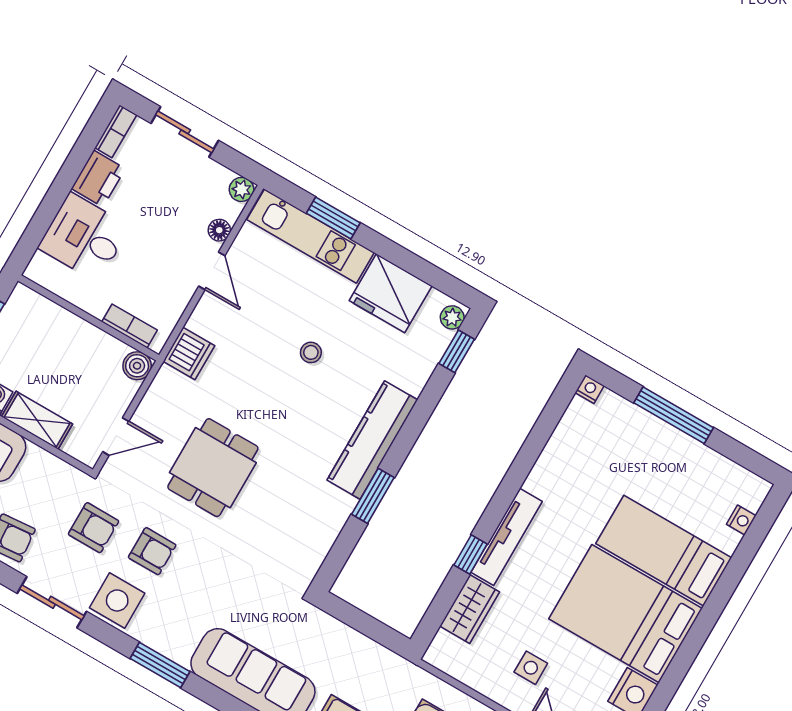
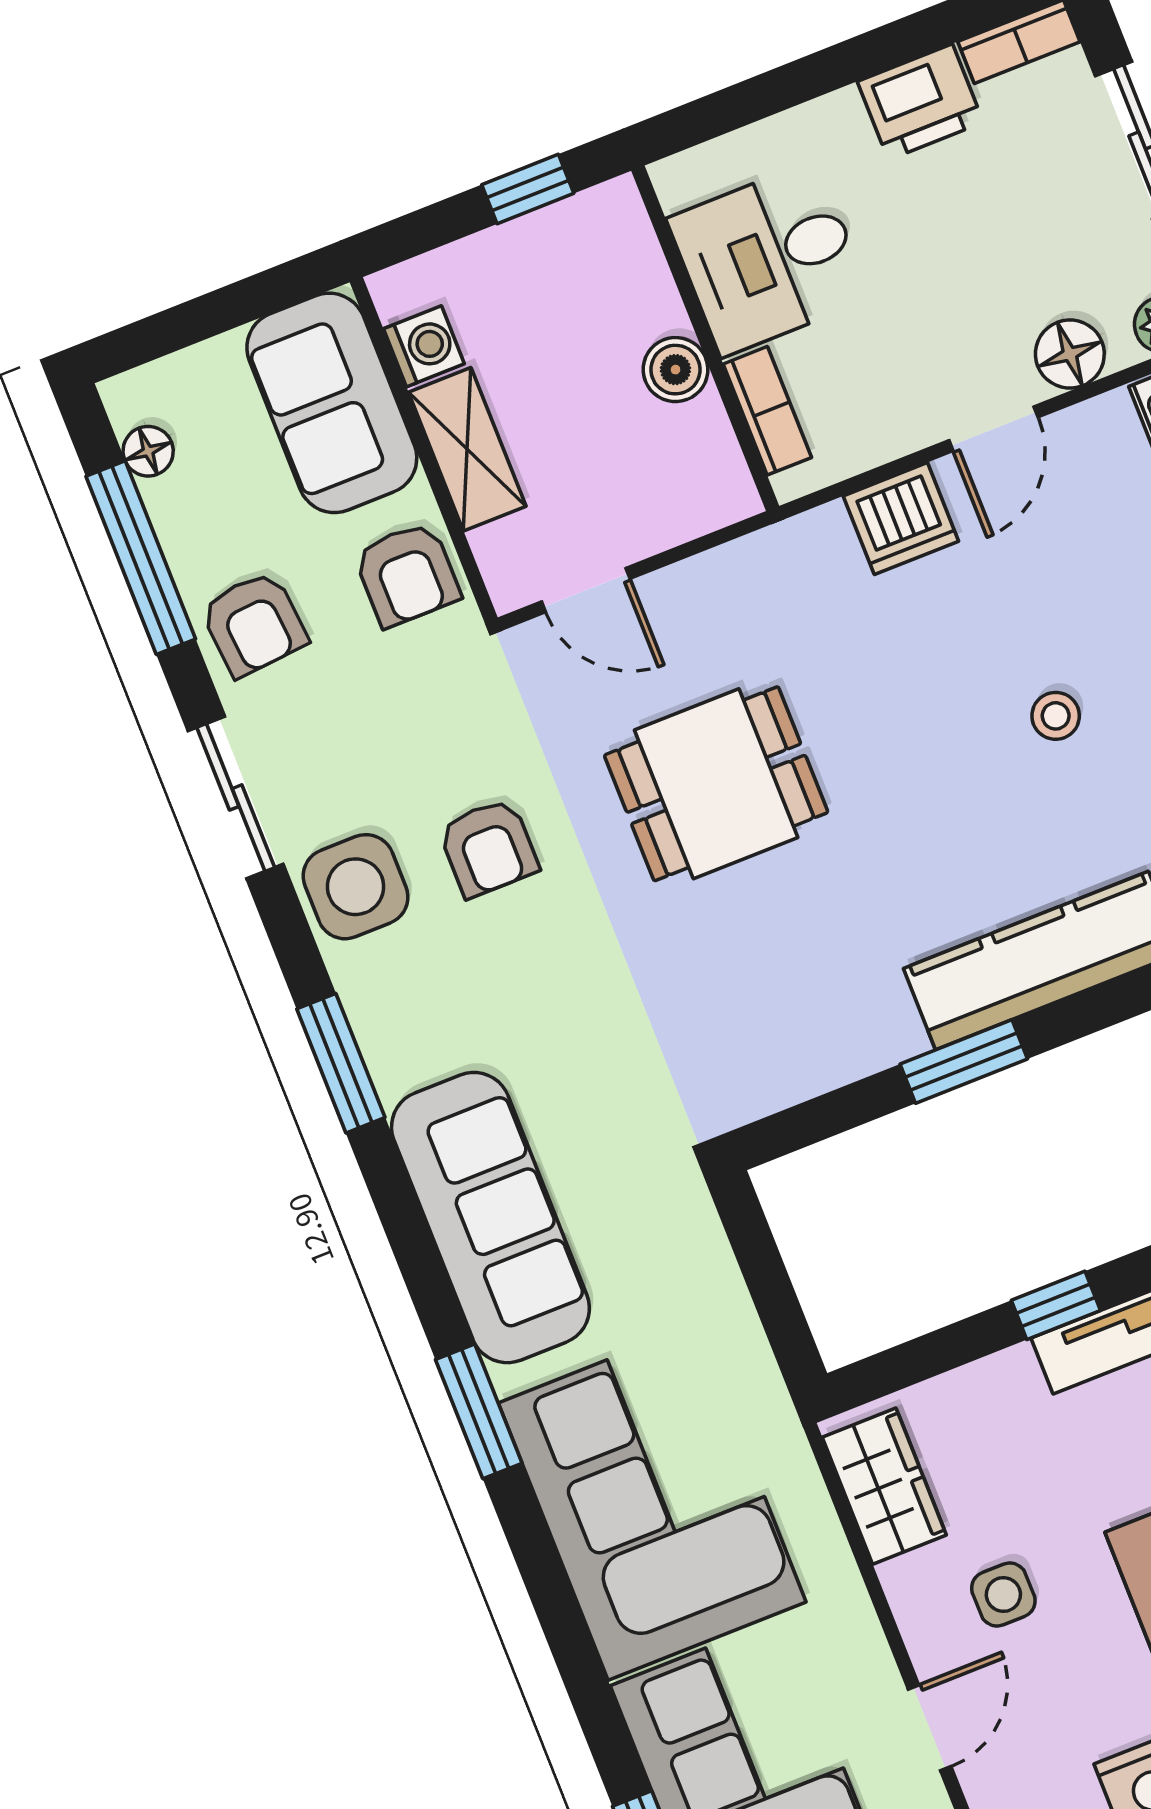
floor lamp: (219, 230) -> (1070, 354), width x1.37, depth x1.37
desk: (84, 237) -> (769, 259), moved, turned -90
dishwasher: (189, 354) -> (901, 519), moved
boiler: (137, 366) -> (675, 370), moved
armchair: (94, 528) -> (407, 574), moved
wardrobe: (470, 609) -> (884, 1486), moved, turned -90

